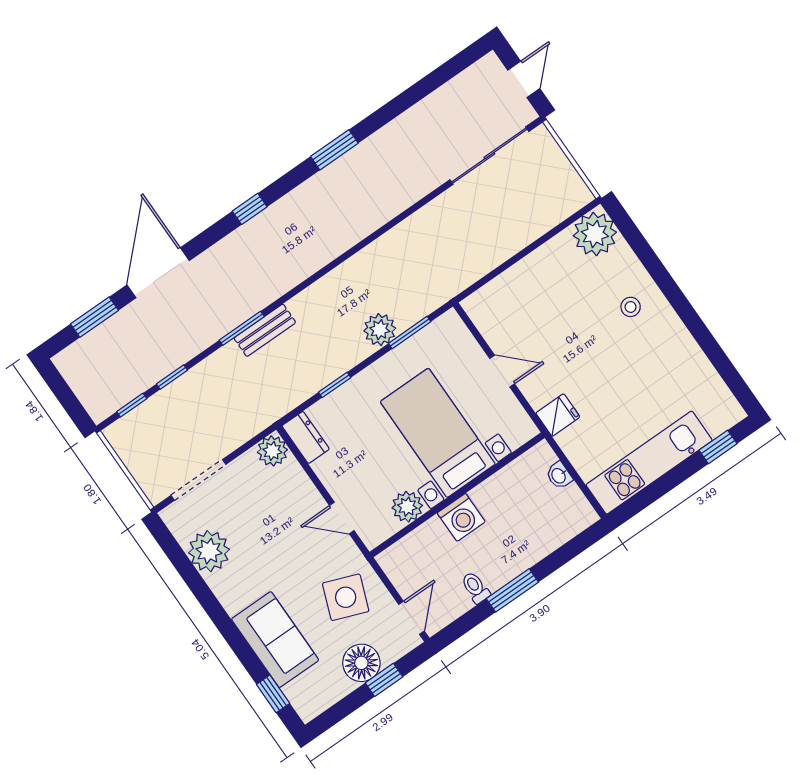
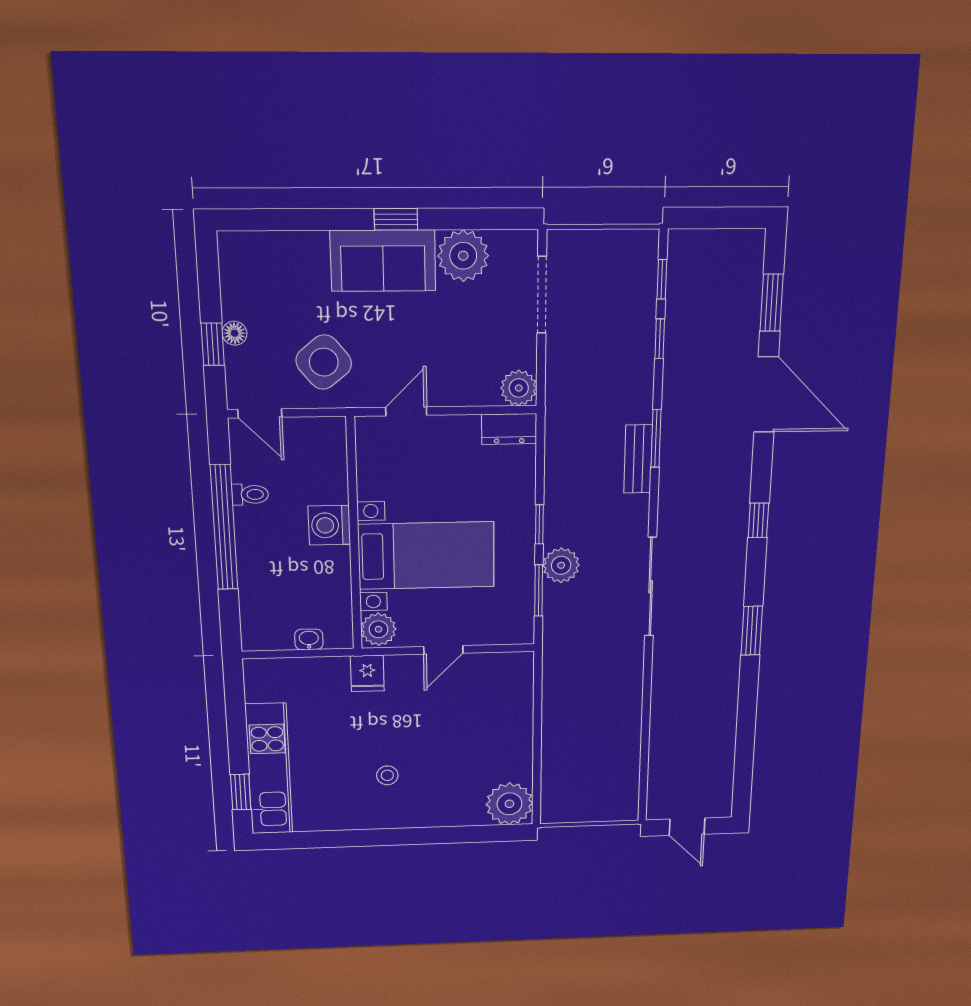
sliding door: (489, 156) -> (651, 587), moved
stool: (631, 307) -> (387, 775), moved
window: (335, 385) -> (539, 524), moved
kitchen unit: (649, 463) -> (269, 769), moved
plant: (407, 507) -> (379, 629), moved
window: (512, 590) -> (224, 527), width x2.11
side table: (346, 597) -> (324, 362), turned 30
sofa: (275, 640) -> (383, 261), moved
floor lamp: (361, 663) -> (235, 333), width x0.53, depth x0.53
window: (273, 694) -> (396, 219), moved

